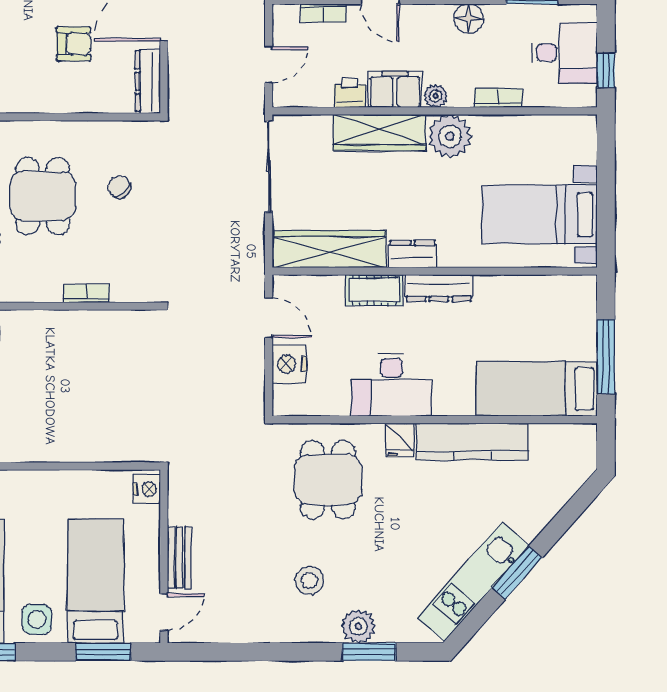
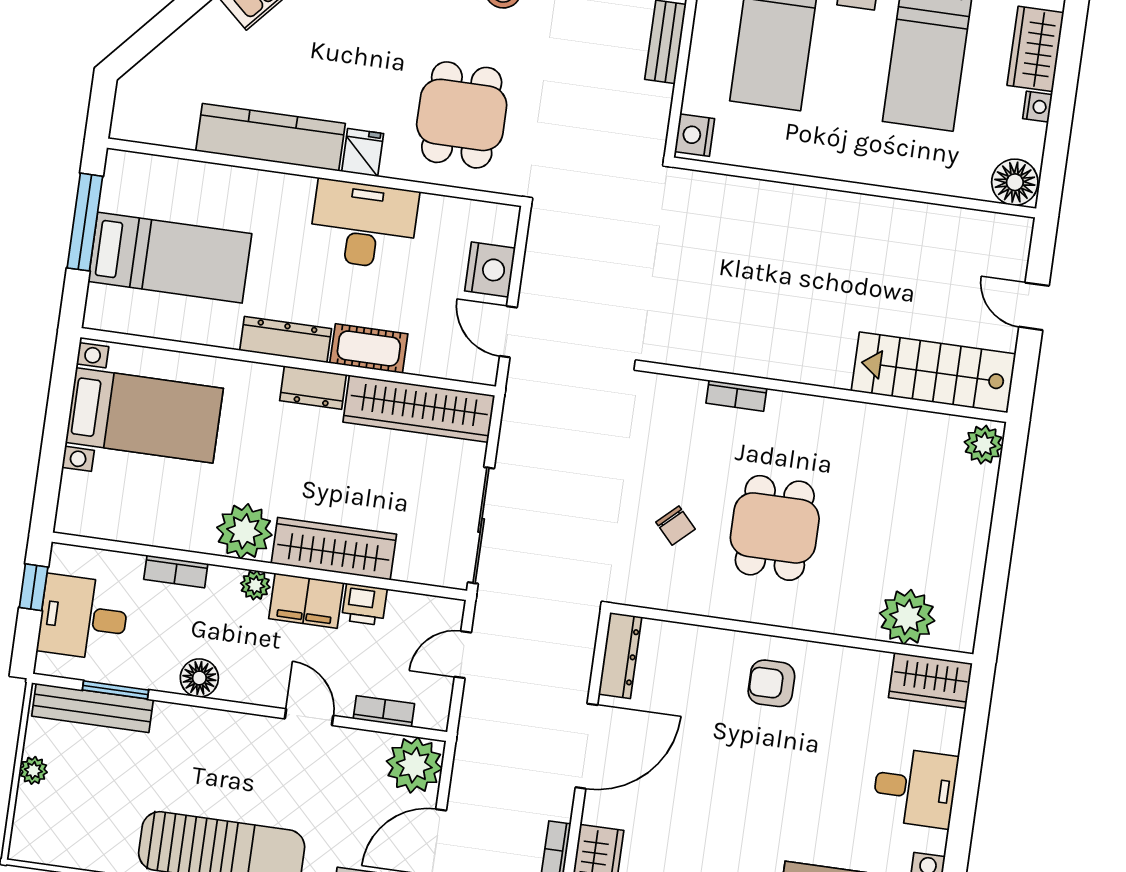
armchair: (74, 44) -> (771, 683), moved
bed: (537, 389) -> (170, 258), moved

